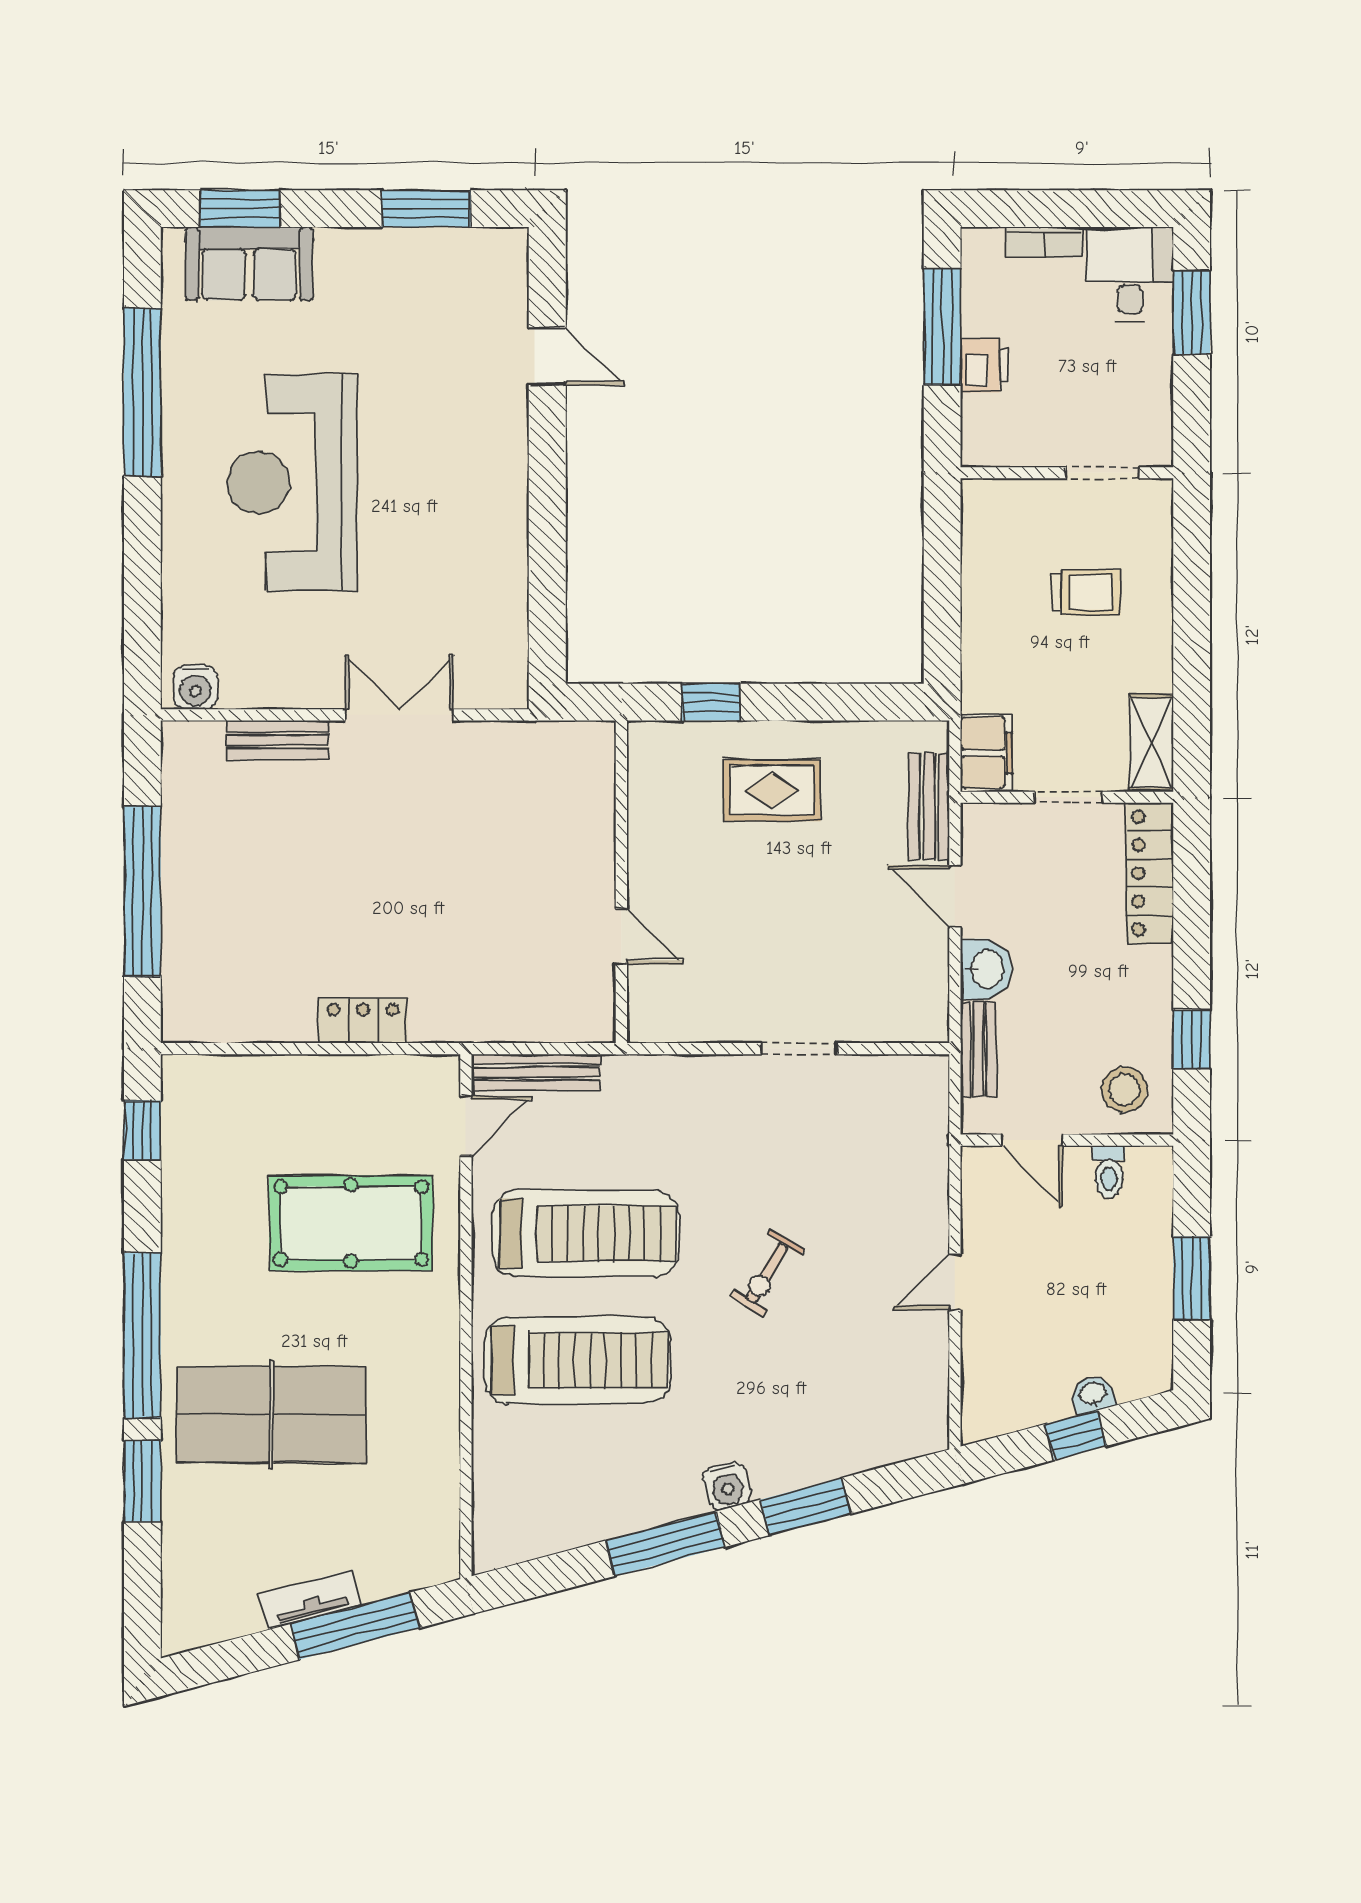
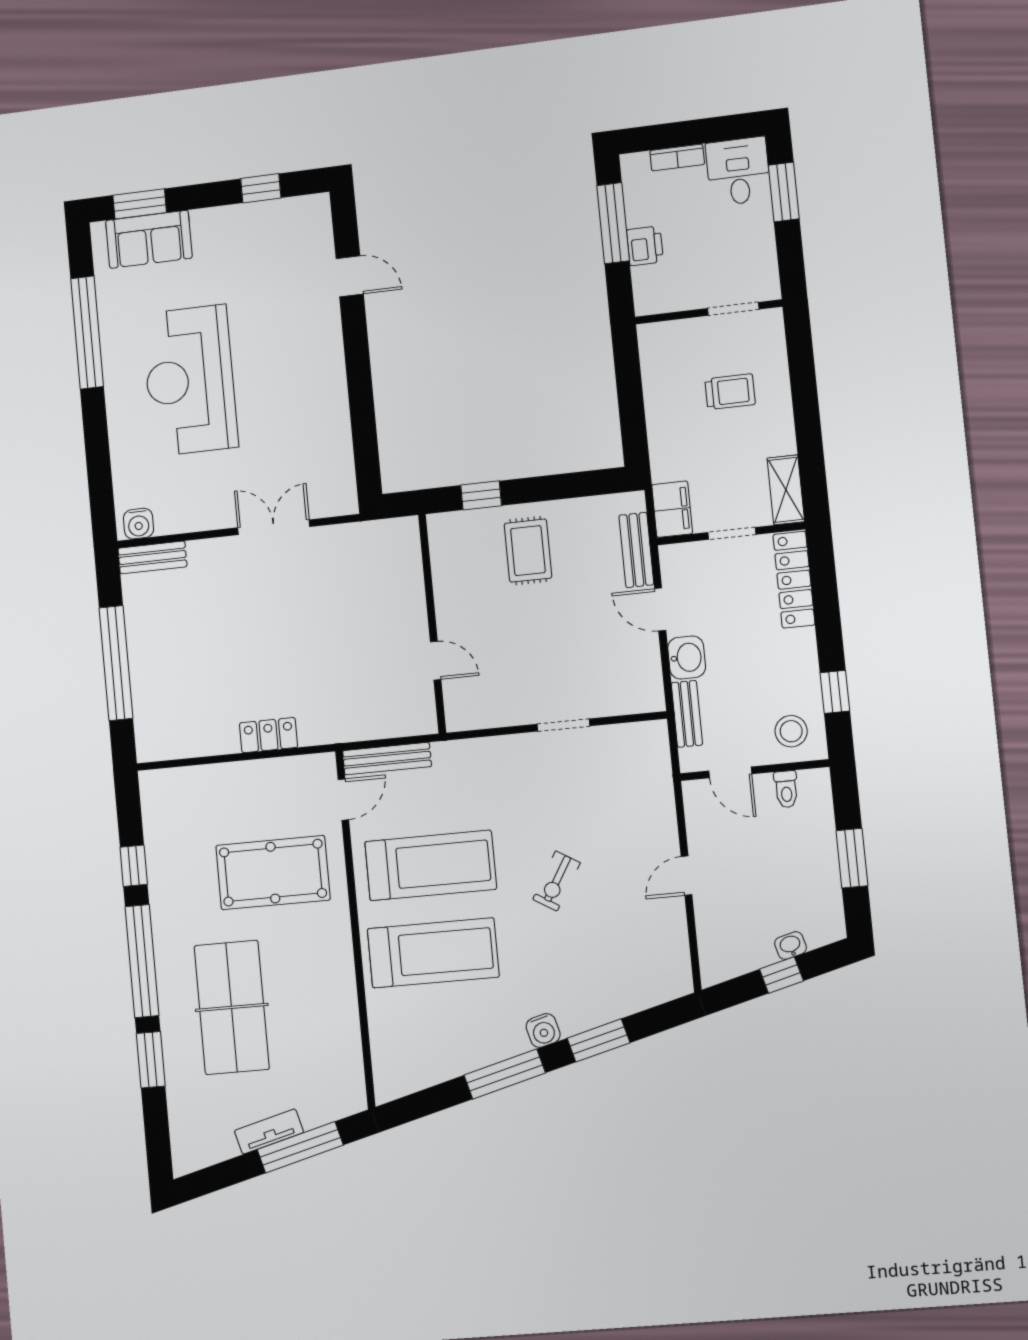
window: (426, 209) -> (261, 188), width x0.67
bench: (277, 740) -> (152, 557), moved
rug: (772, 790) -> (528, 551), turned 90
window: (142, 1130) -> (134, 866), moved
table tennis table: (271, 1415) -> (232, 1007), turned 90

